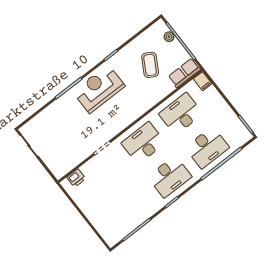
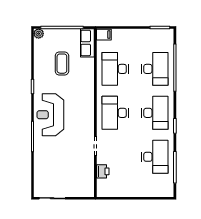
plant: (169, 37) -> (39, 34), moved
coffee table: (150, 65) -> (62, 64), turned 60
printer: (76, 178) -> (103, 171), moved
desk: (132, 206) -> (155, 157), added

